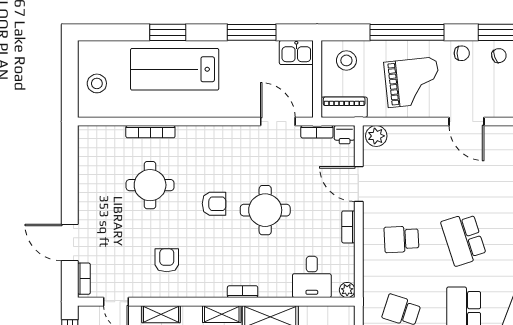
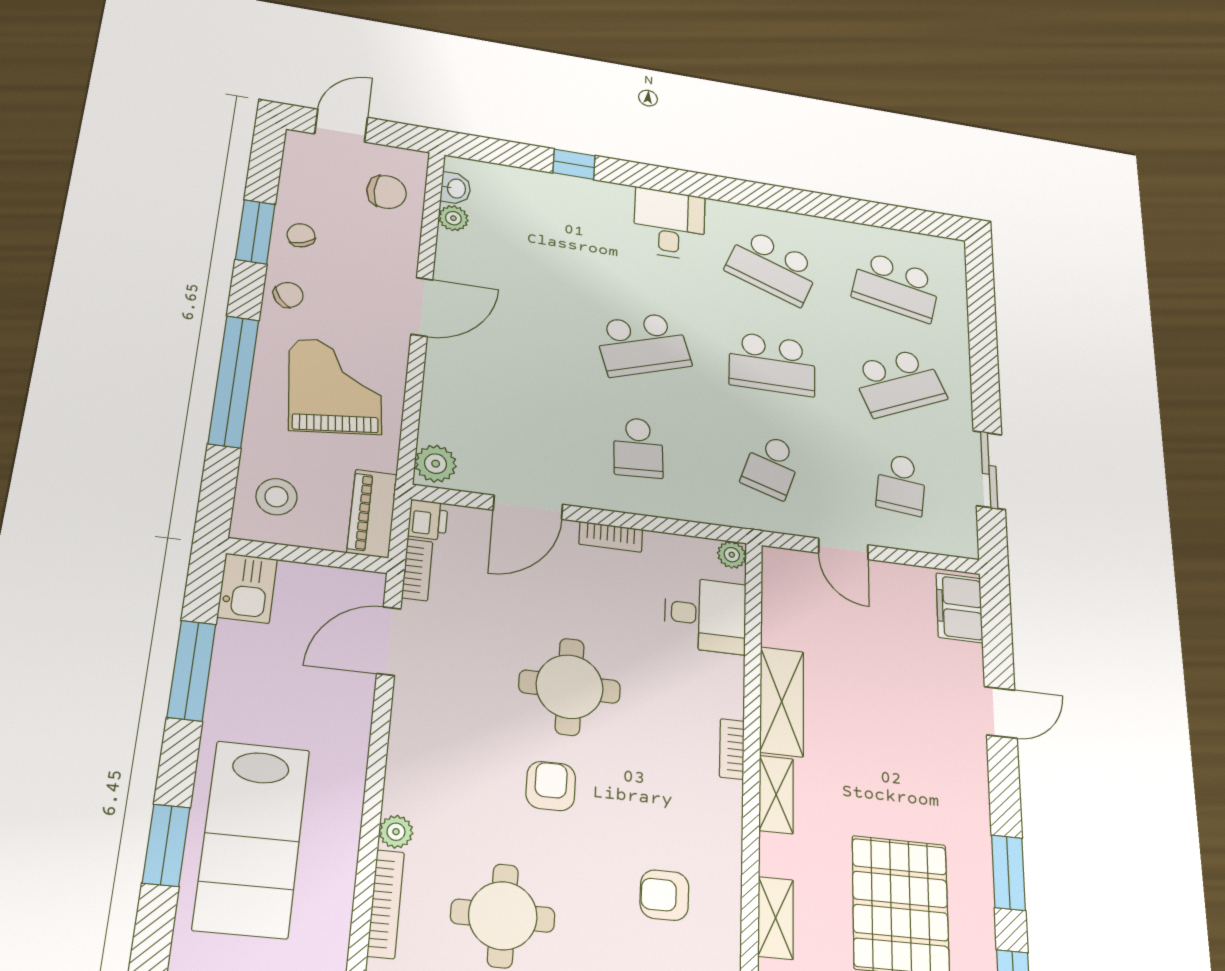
chair: (462, 53) -> (288, 295), turned 53
plant: (184, 133) -> (396, 832), added

